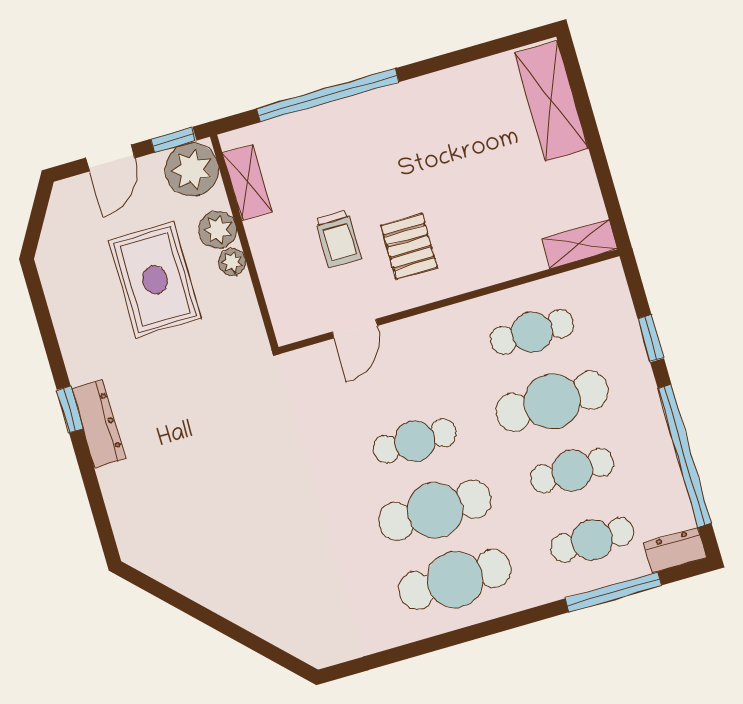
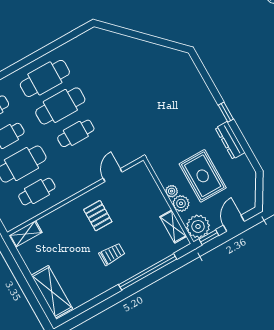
trolley: (338, 239) -> (112, 254), moved, turned 90
dresser: (98, 424) -> (230, 140), moved

